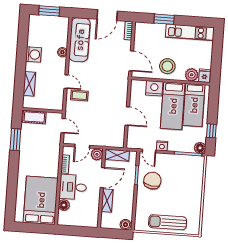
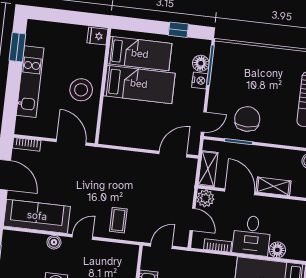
window: (164, 19) -> (17, 47), moved
kitchen unit: (190, 32) -> (30, 82), moved
door: (131, 61) -> (71, 142), hinge flipped
plant: (192, 75) -> (95, 55), removed
door: (66, 82) -> (82, 237), moved
nightstand: (154, 88) -> (113, 110), removed
door: (127, 116) -> (173, 154), moved
nightstand: (162, 146) -> (200, 80), moved
floor lamp: (200, 148) -> (201, 63), moved
chair: (152, 181) -> (247, 119), turned 81

